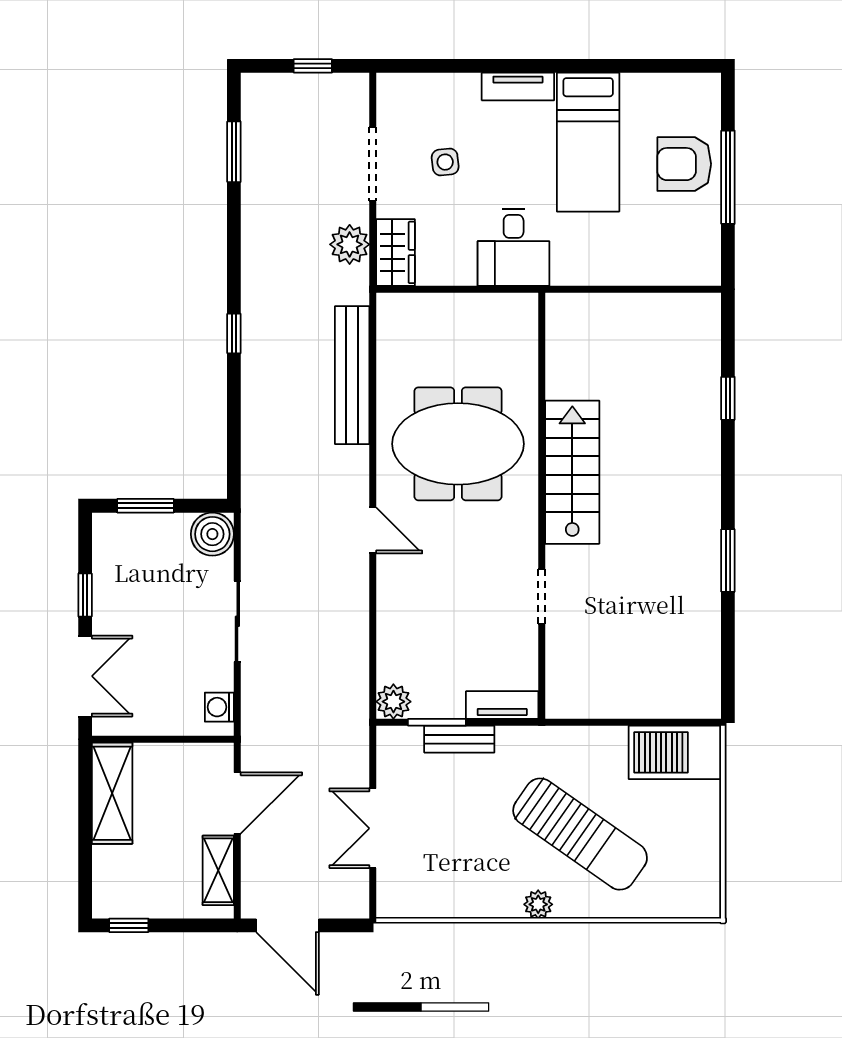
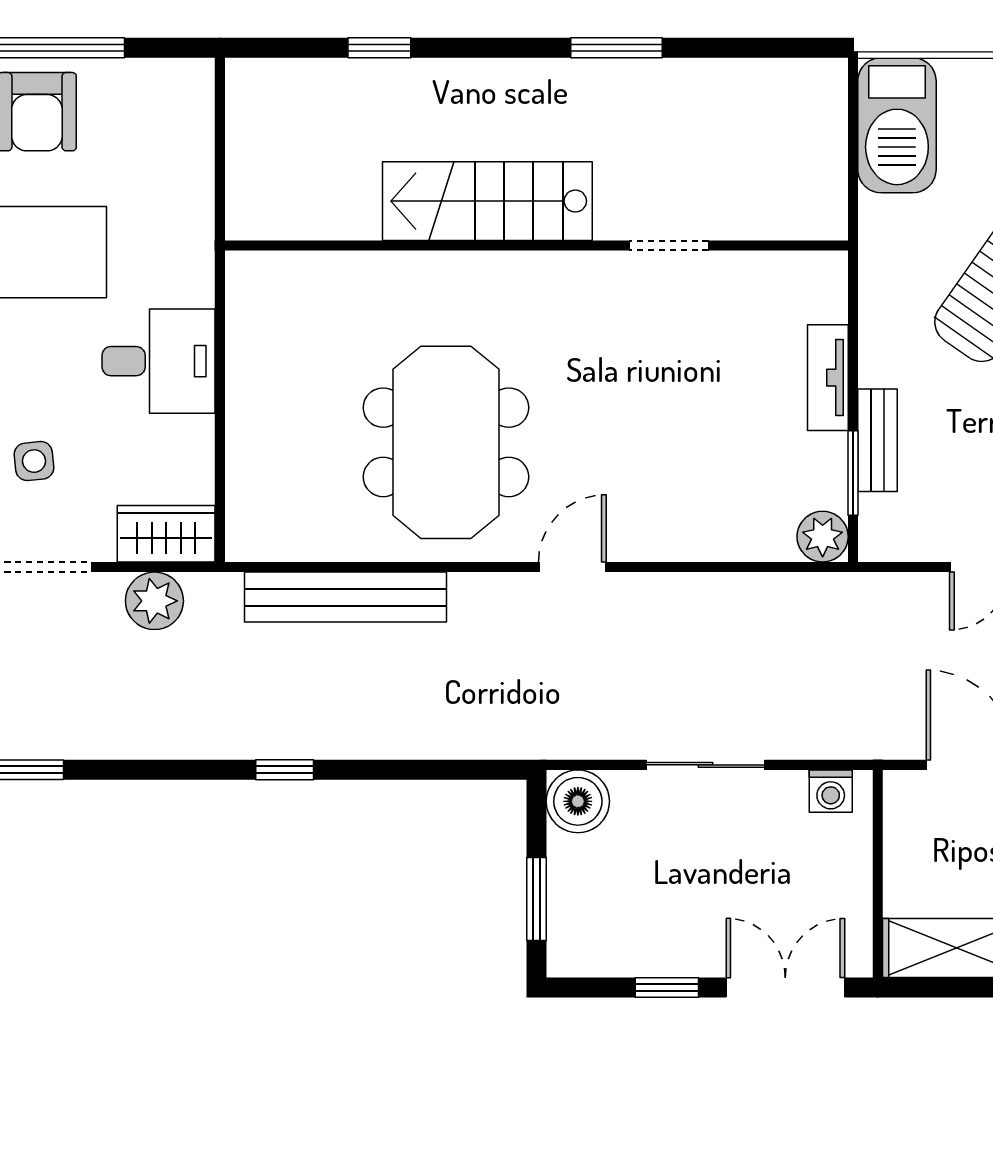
stairs: (572, 472) -> (487, 201), moved
wall: (542, 506) -> (536, 246), moved
doorway: (542, 596) -> (669, 246), moved

